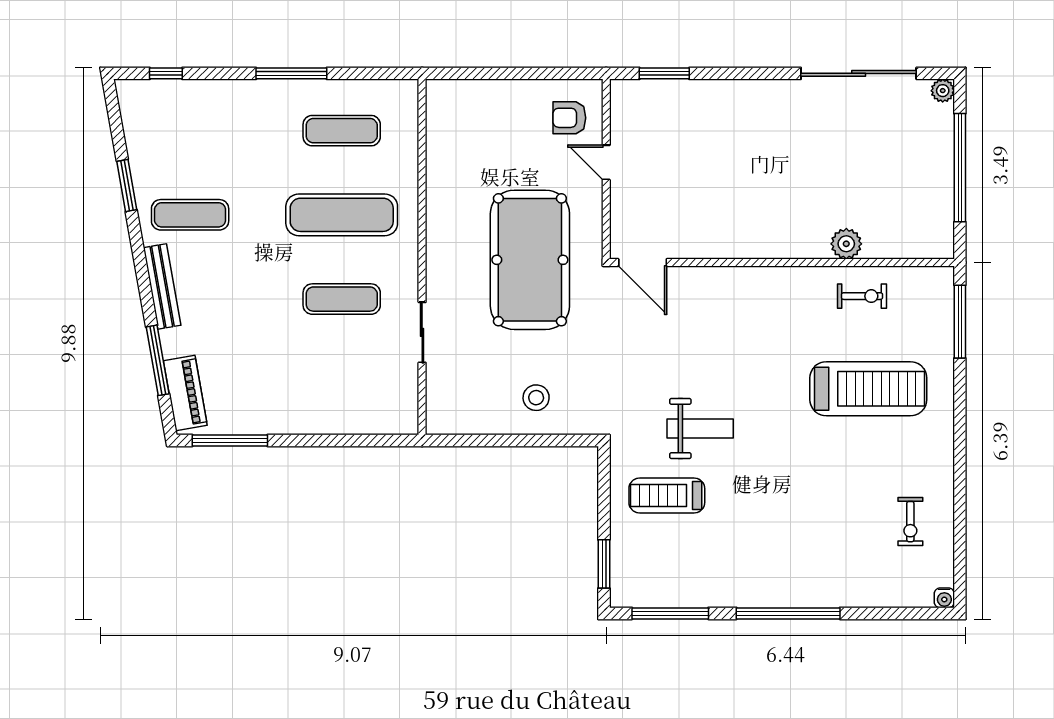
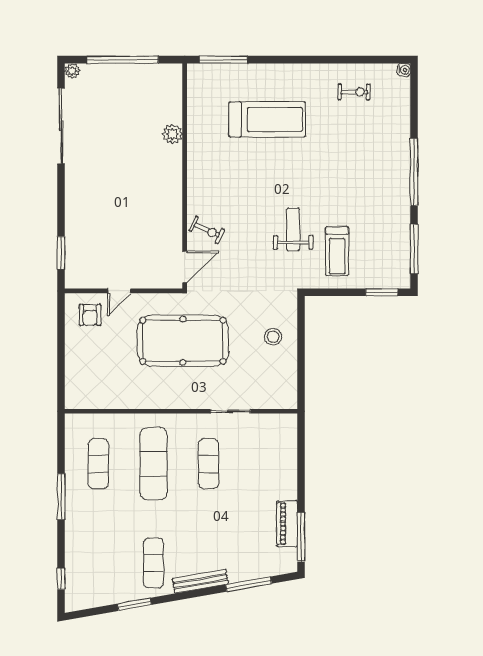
exercise bike: (862, 296) -> (207, 230), moved, turned 115
treadmill: (868, 389) -> (267, 119), turned 90
piano: (185, 393) -> (287, 524), moved, turned -80

